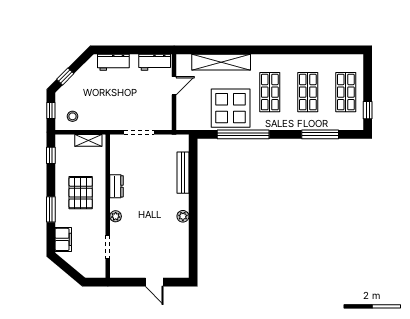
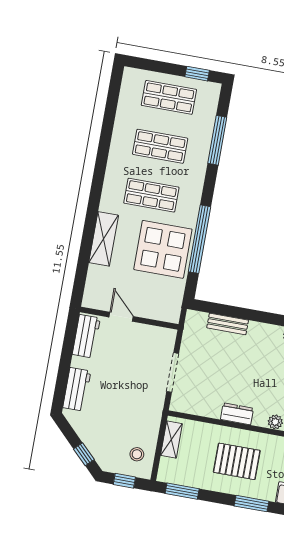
shelving: (221, 62) -> (104, 239), width x0.68
window: (51, 155) -> (182, 491), width x1.50
bench: (183, 173) -> (228, 324), width x0.73

